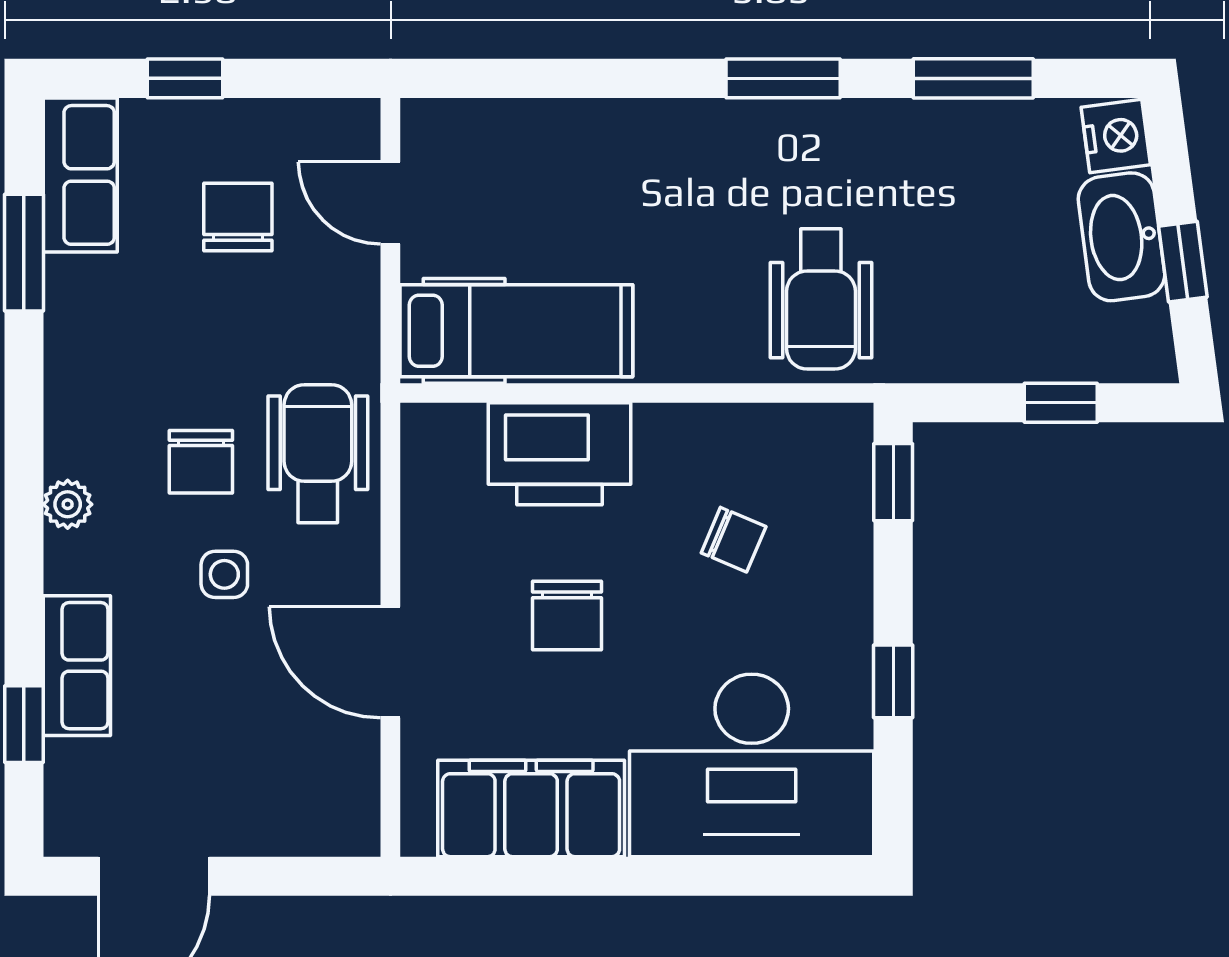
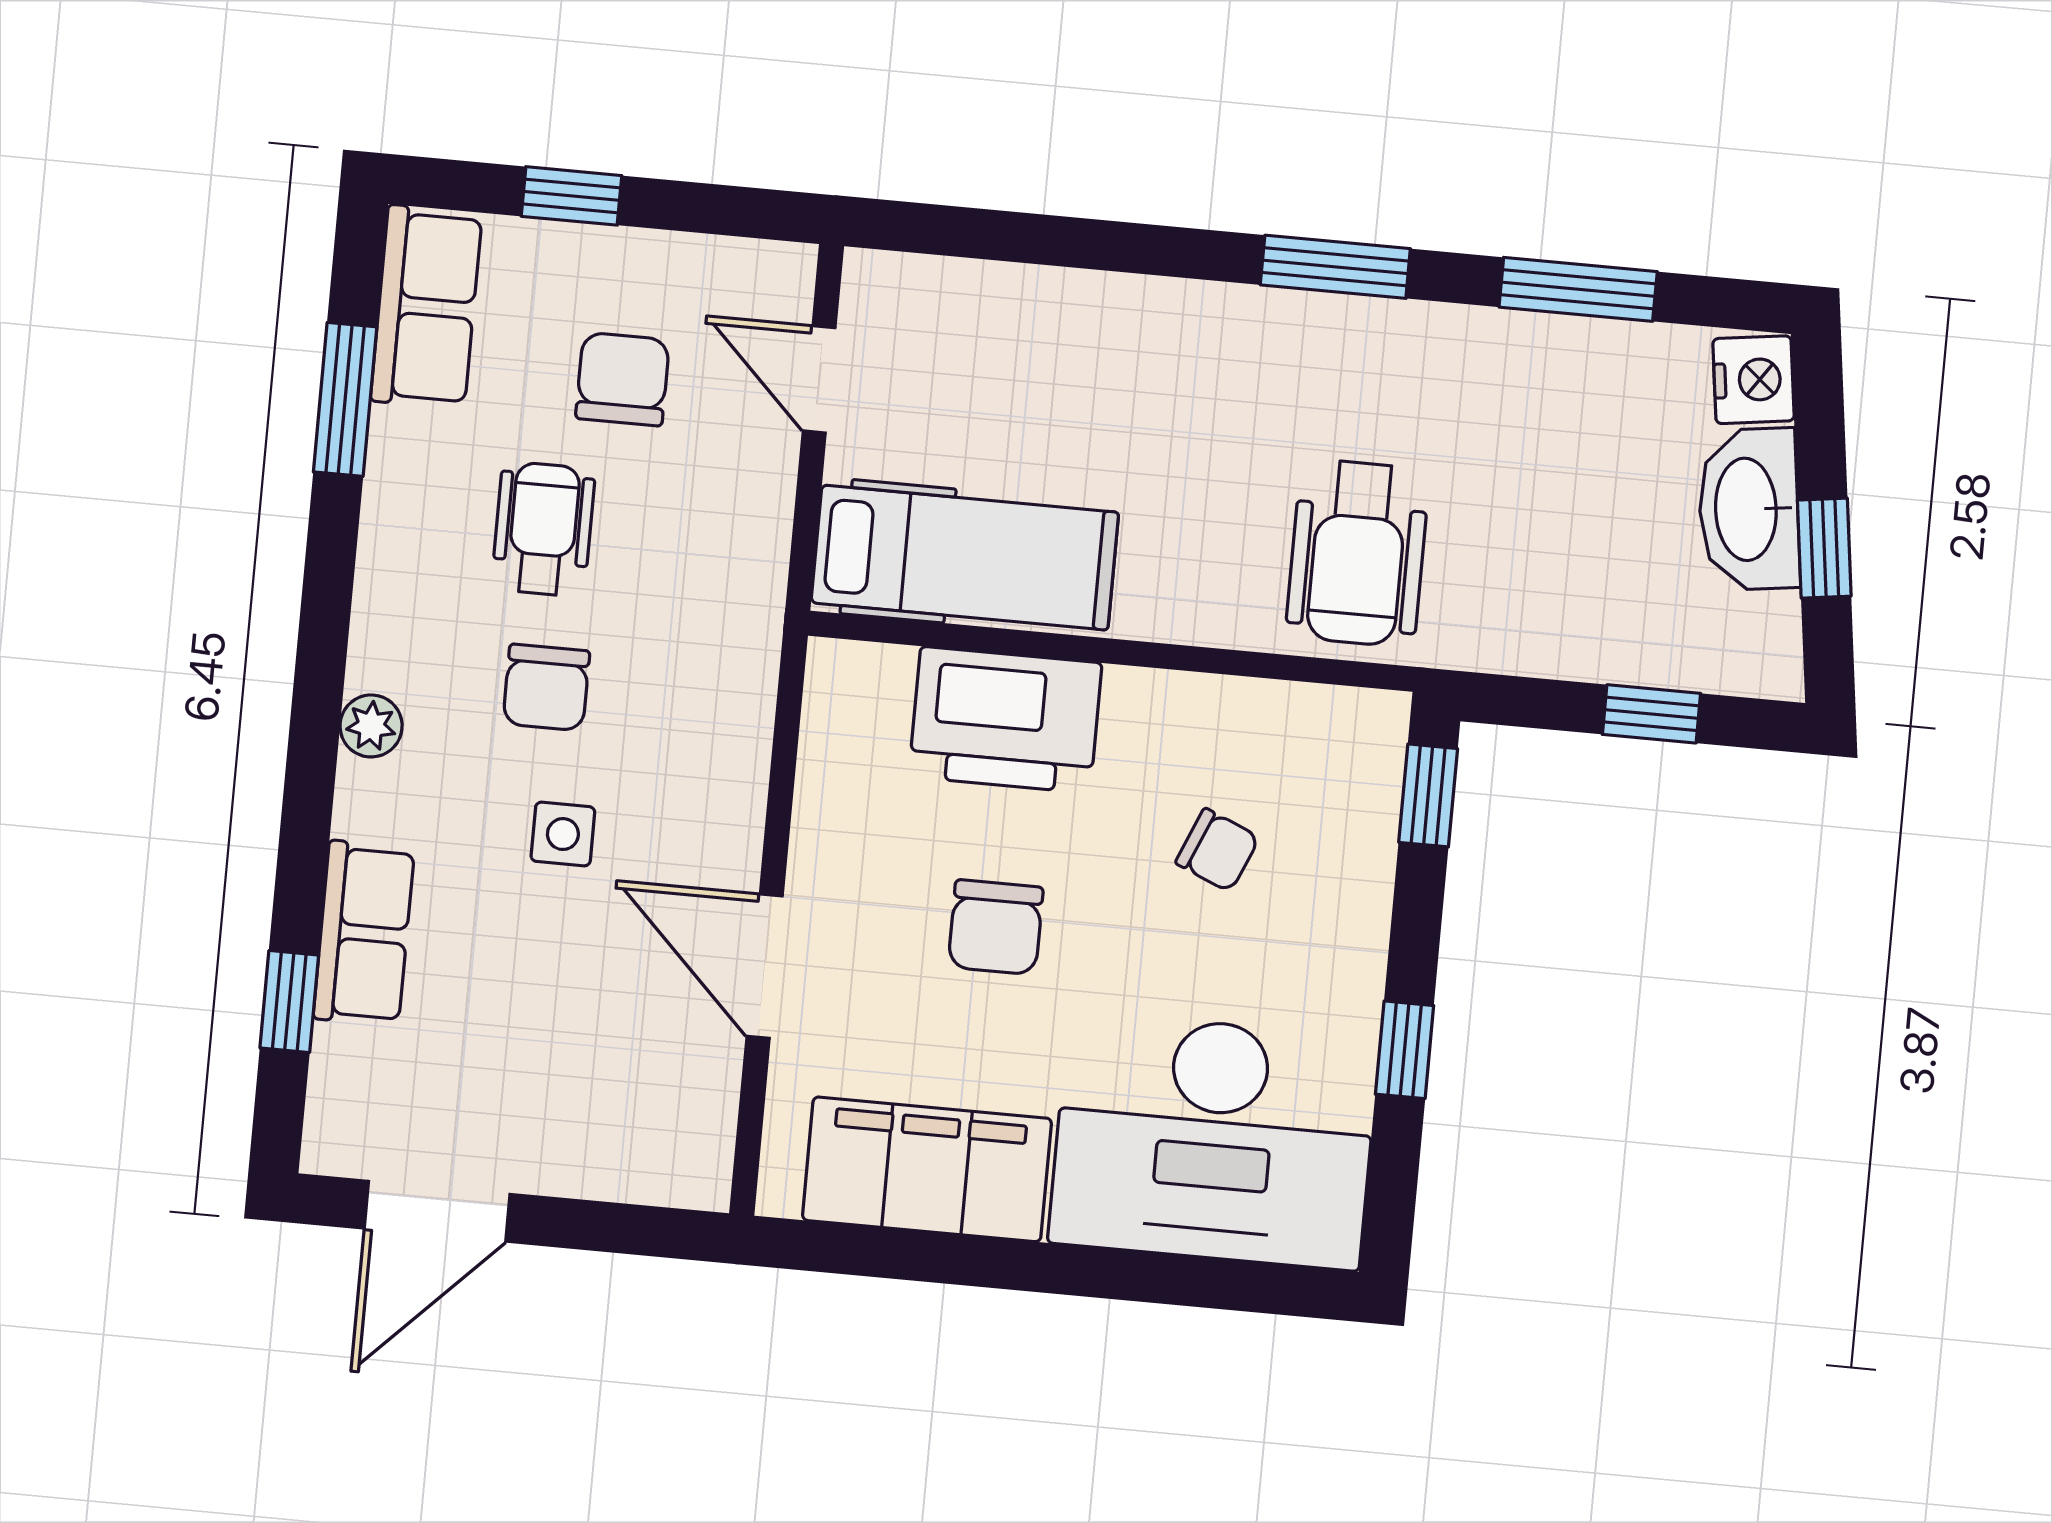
wheelchair: (318, 454) -> (543, 529), moved, width x0.73, depth x0.73

